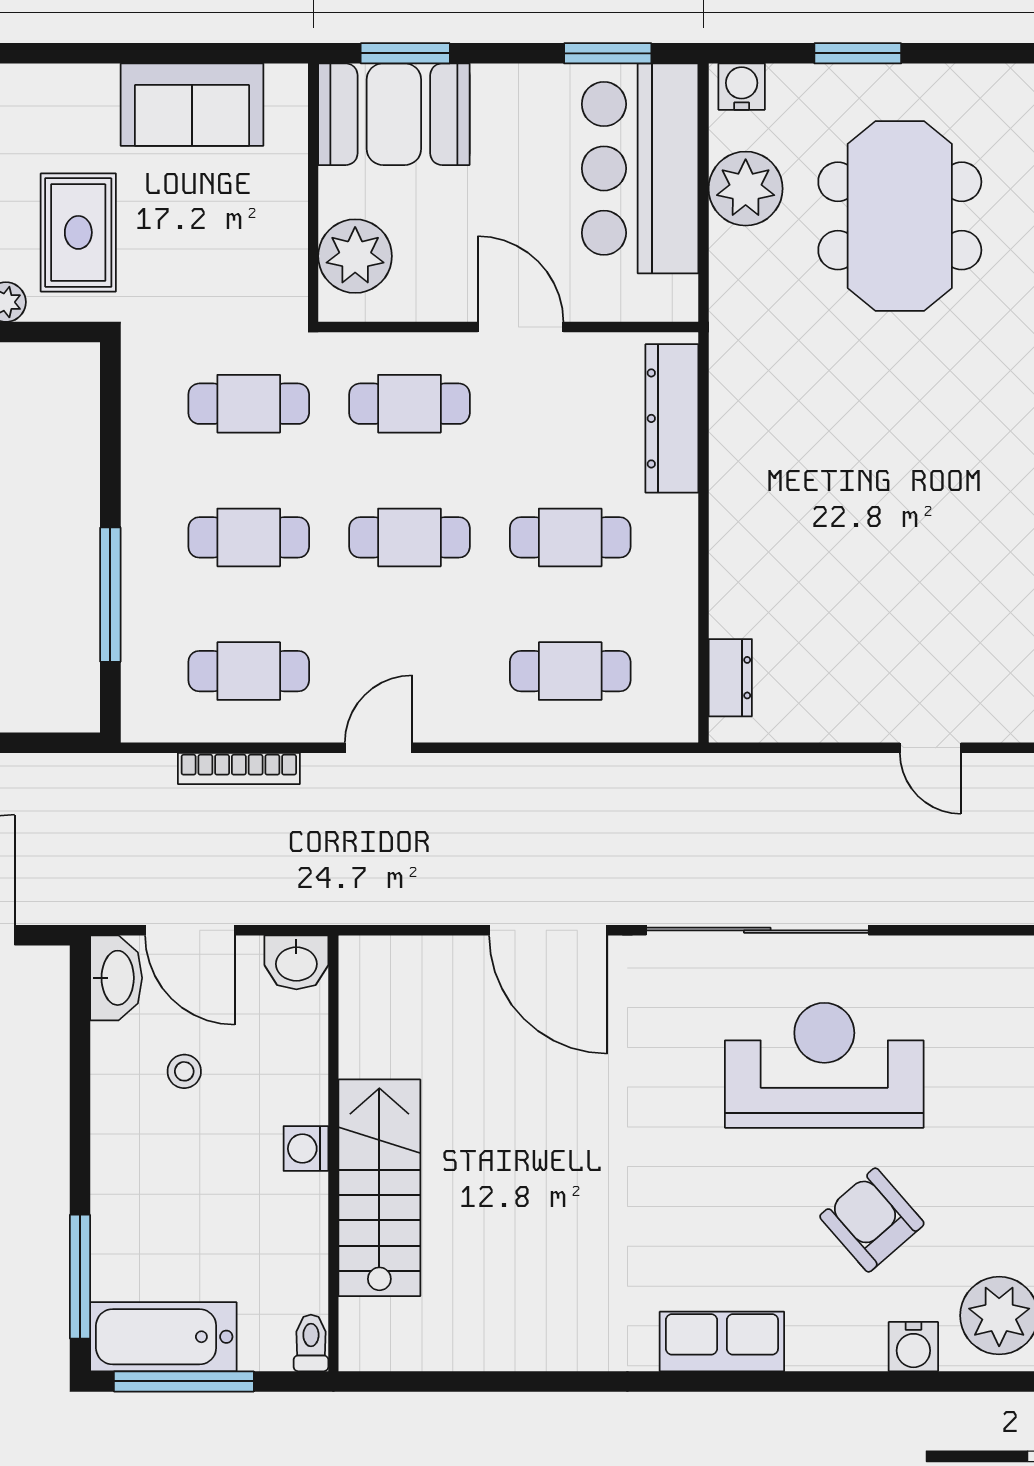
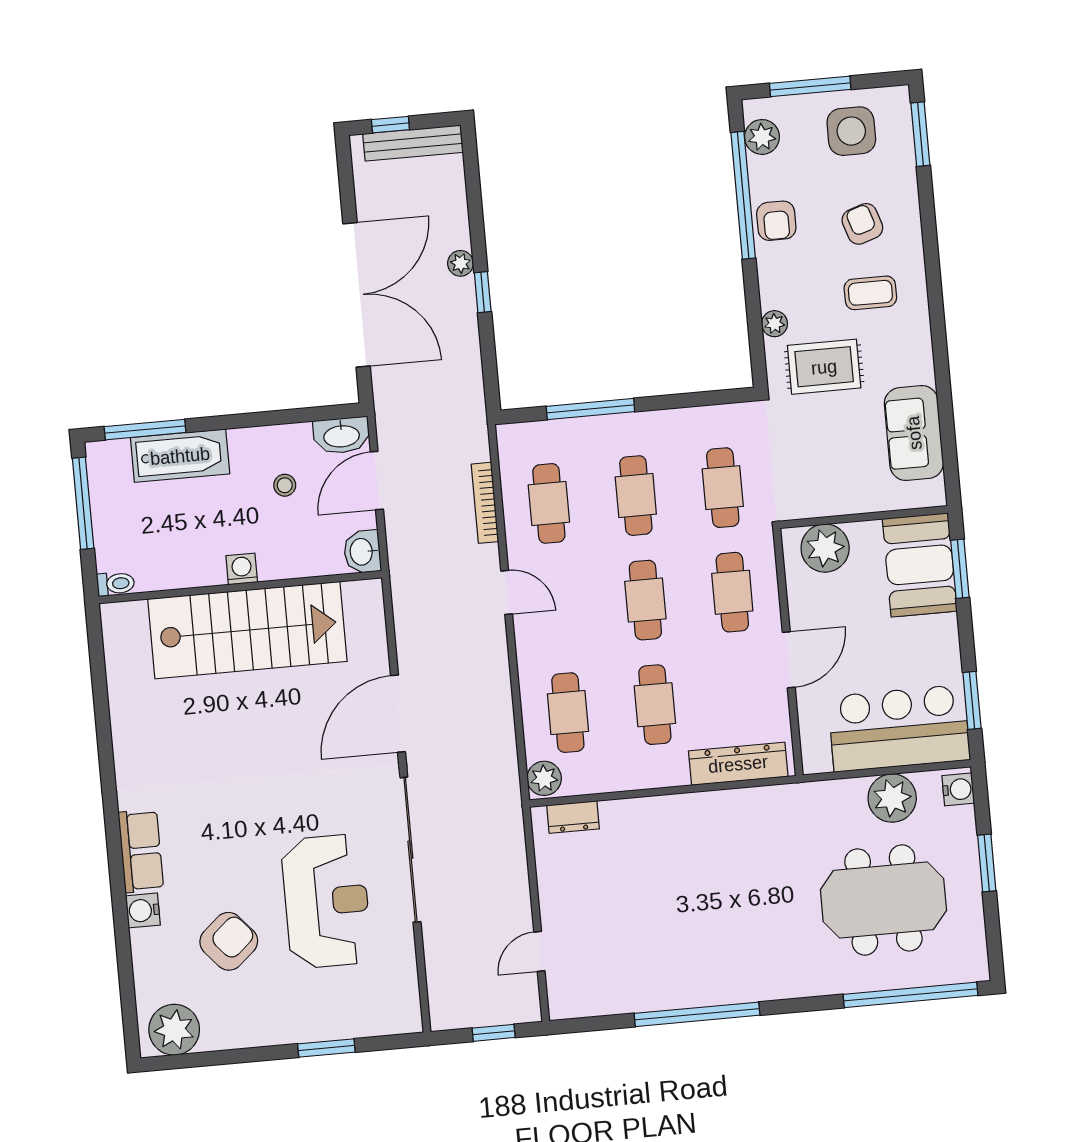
plant: (667, 716) -> (544, 778), added
stairs: (379, 1188) -> (247, 630), width x1.36, depth x1.51
bathtub: (163, 1337) -> (180, 456), moved, turned 90
water cooler: (913, 1347) -> (143, 910), moved

